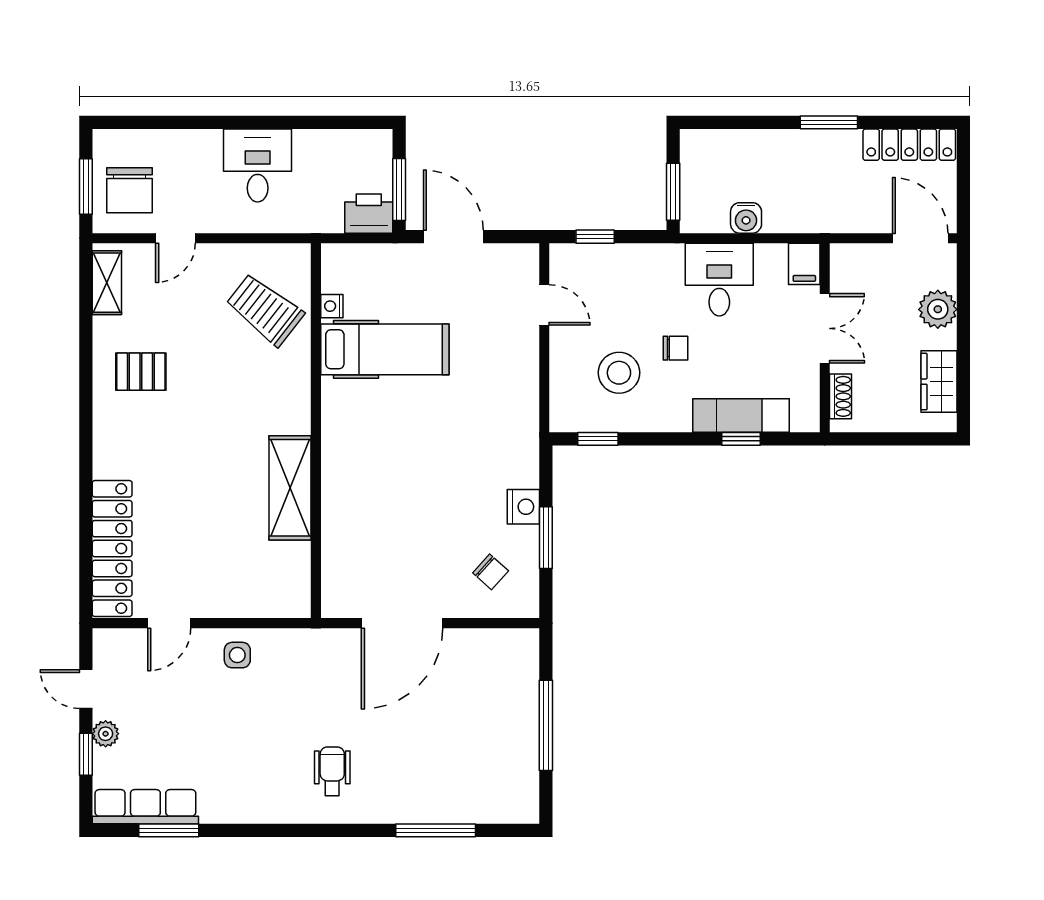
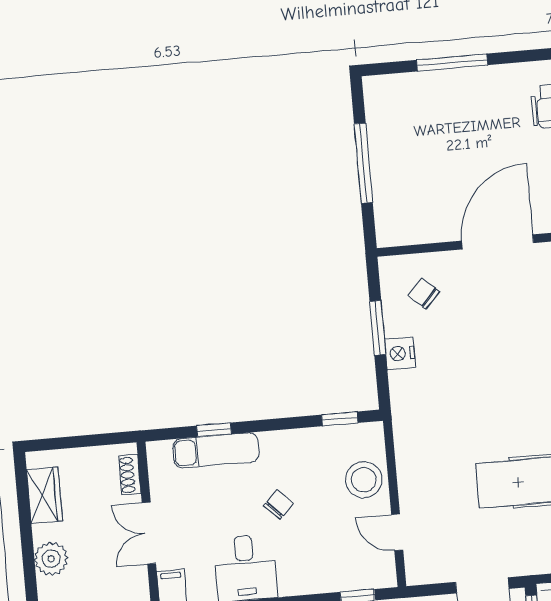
chair: (676, 348) -> (278, 504), turned 135
stool: (619, 373) -> (364, 480), moved

